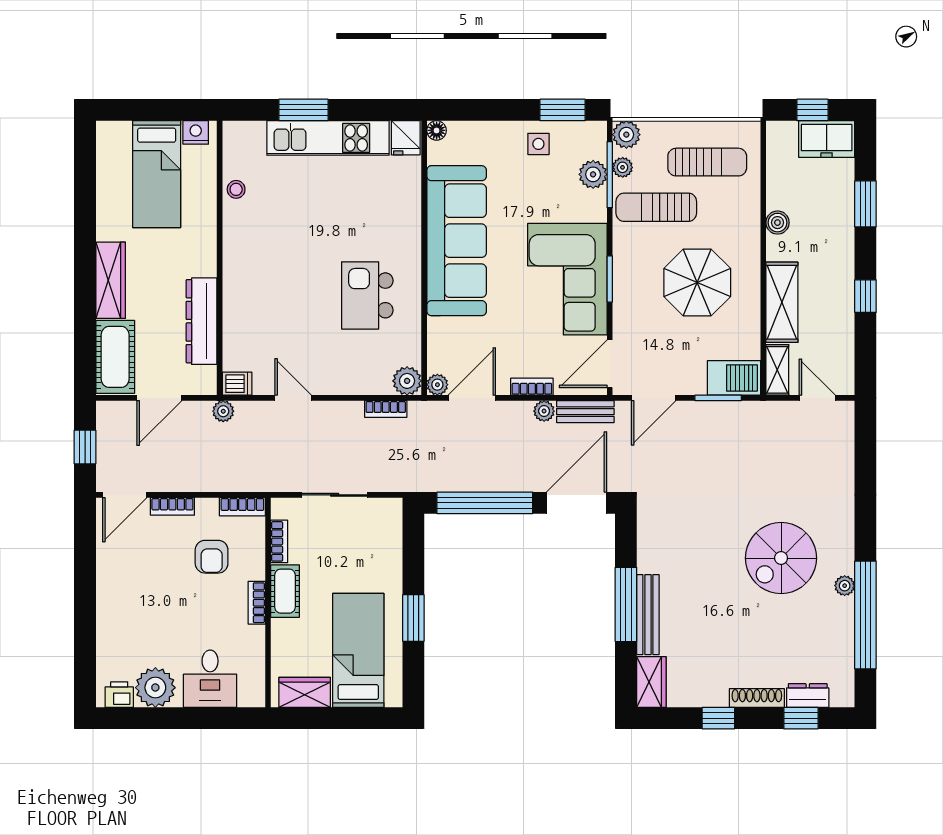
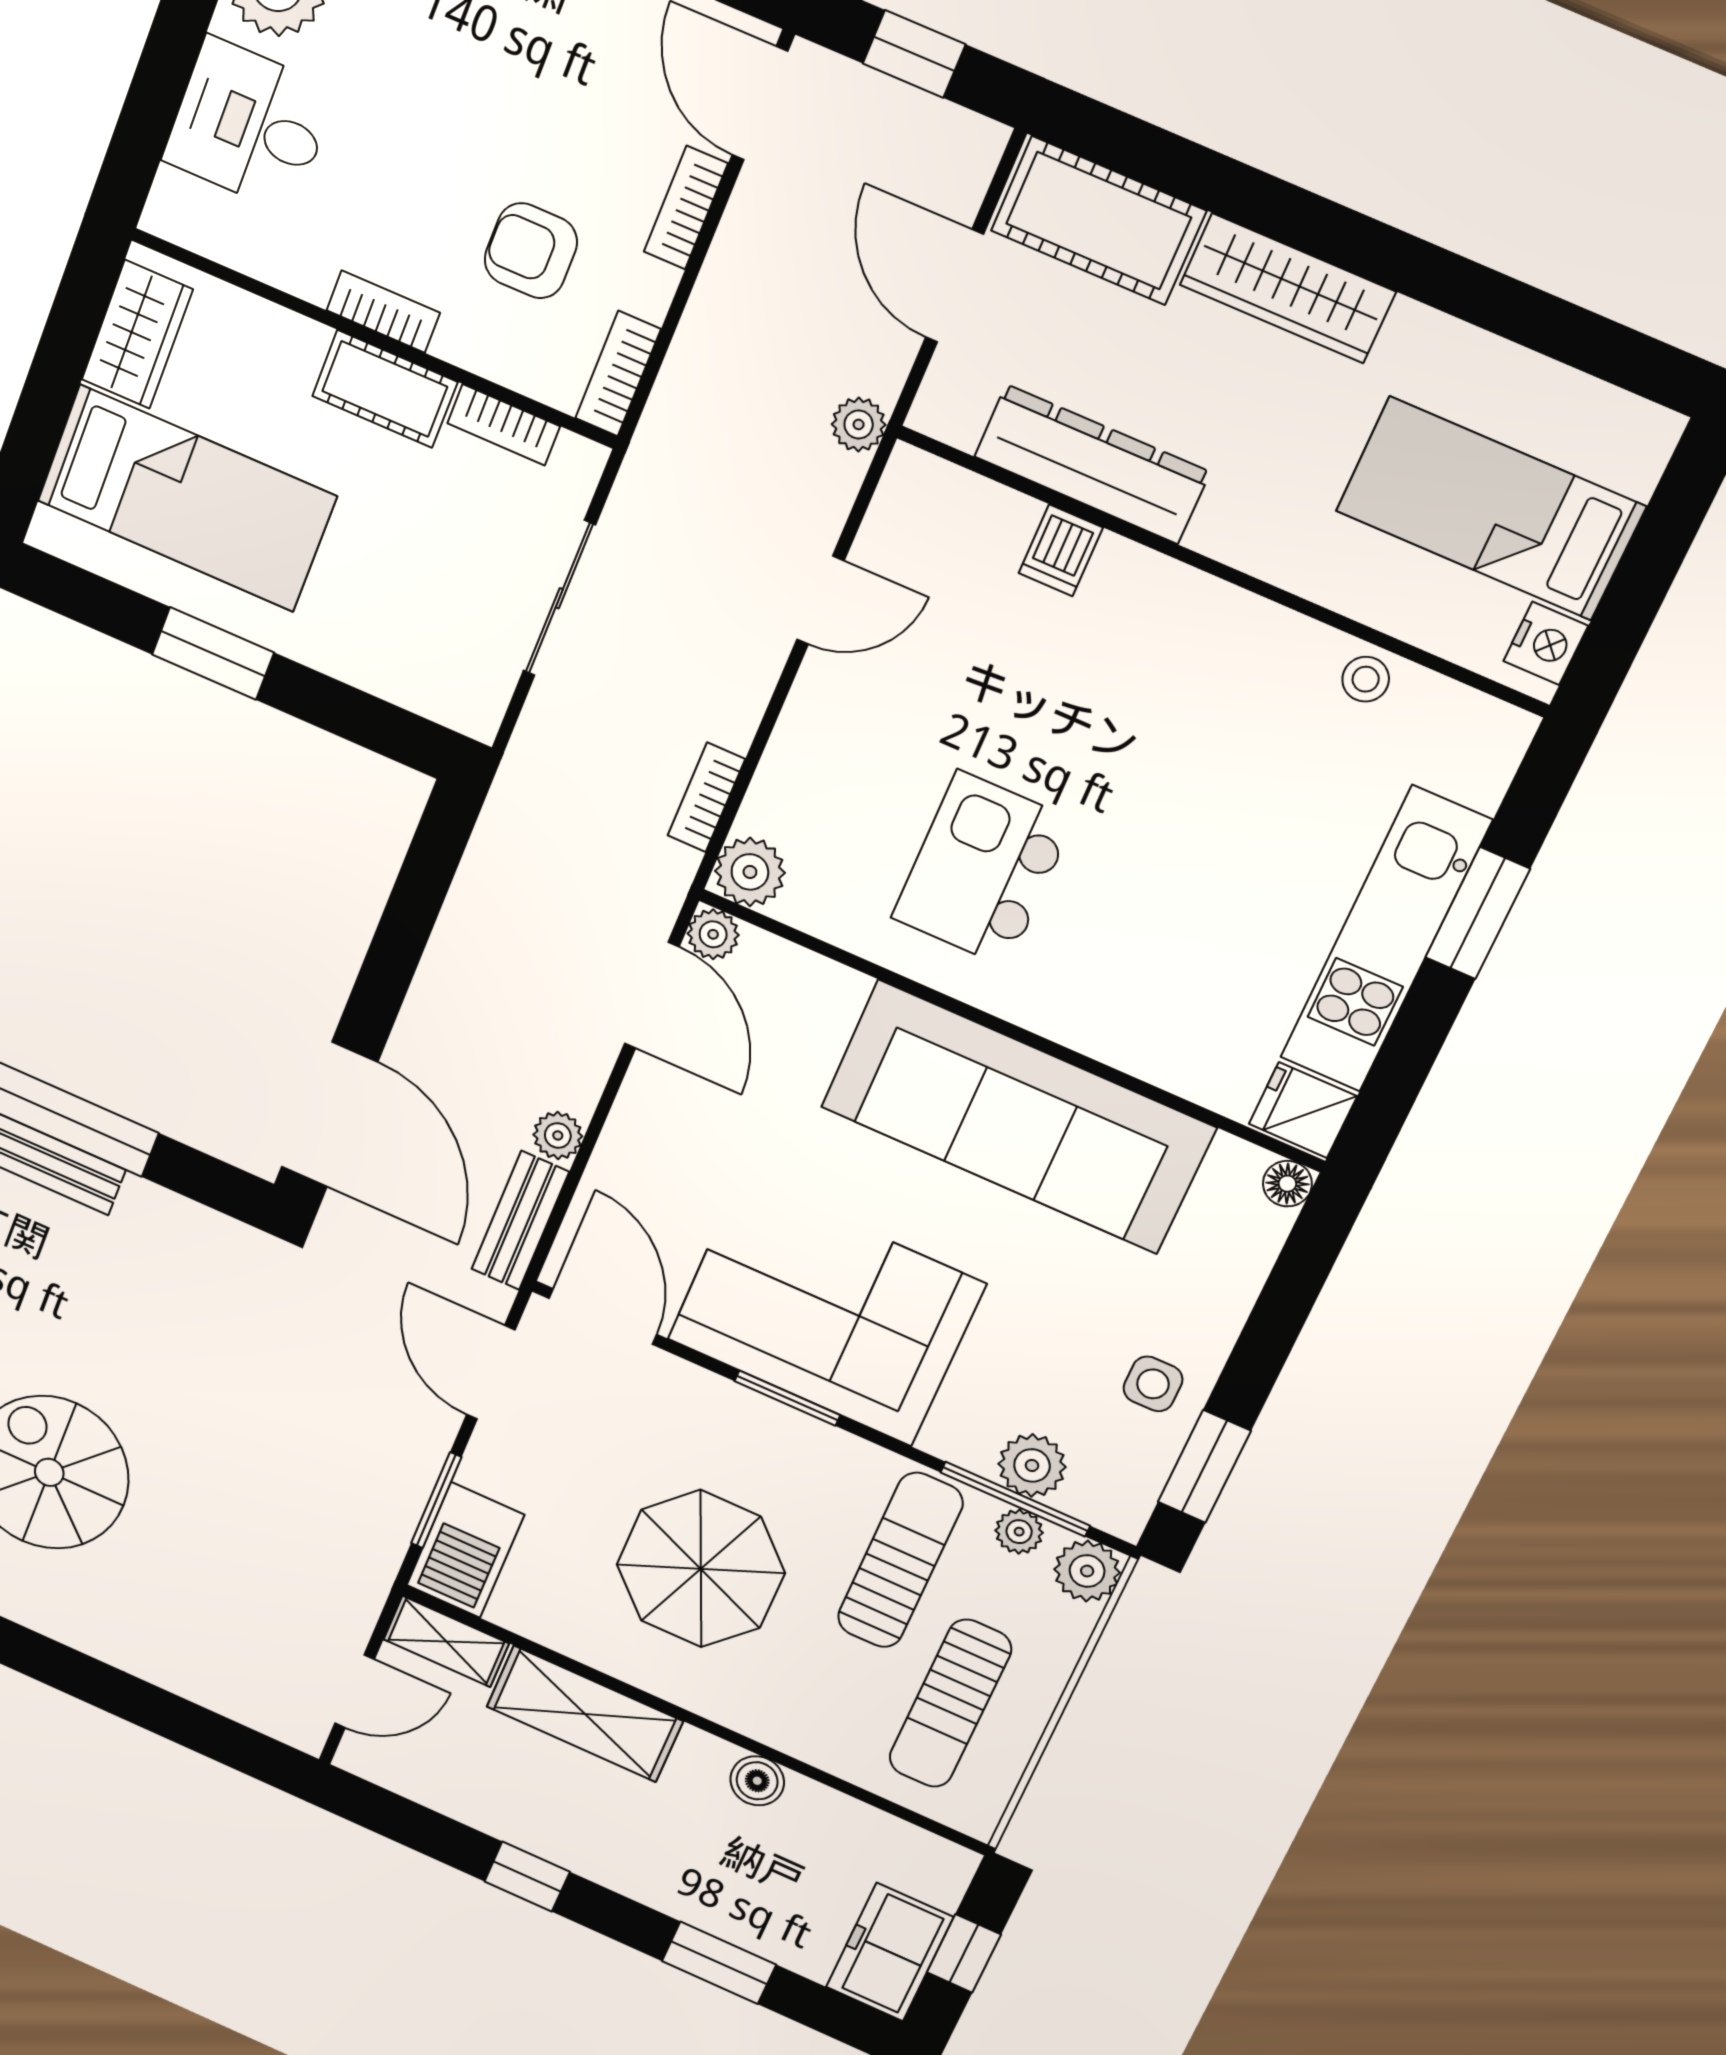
kitchen island: (367, 295) -> (982, 869), turned -90
dishwasher: (237, 384) -> (1061, 550), moved
bookcase: (532, 387) -> (622, 1134), removed
window: (485, 503) -> (407, 921), removed

